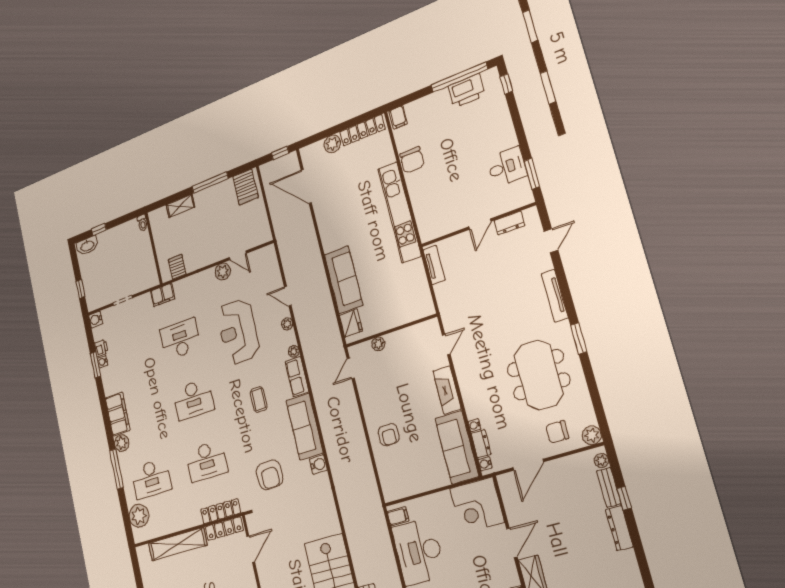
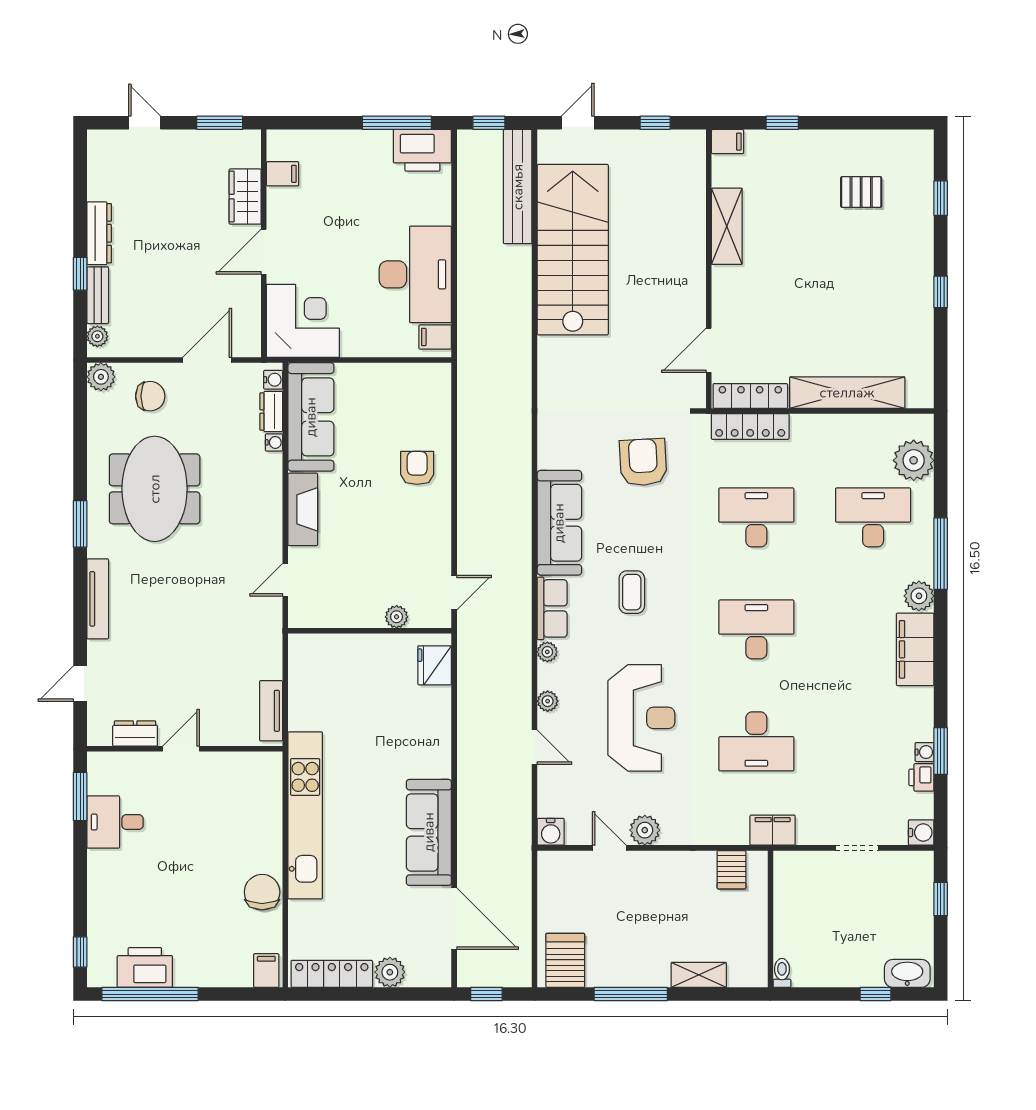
sofa: (344, 280) -> (429, 832), moved
water cooler: (318, 464) -> (551, 832), moved, turned -90

